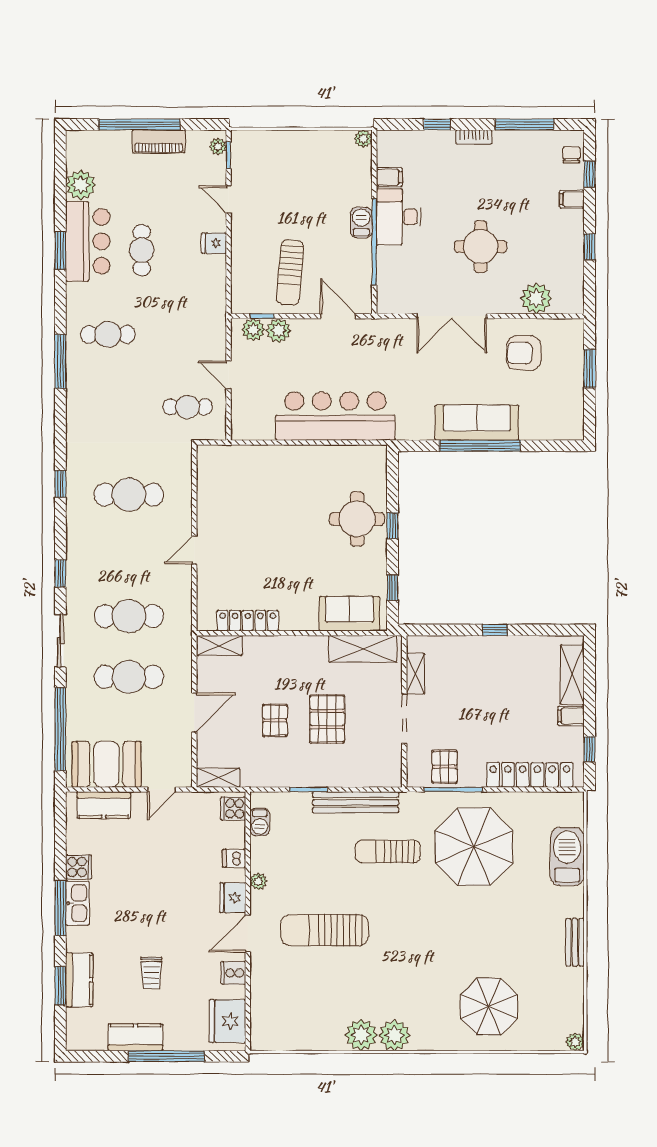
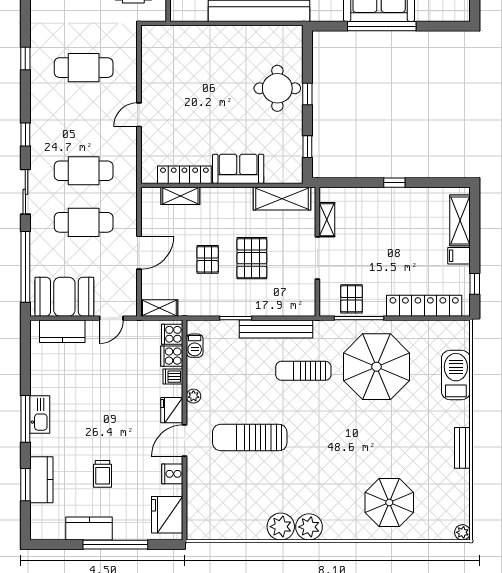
sofa: (349, 614) -> (238, 169), moved
shelving: (219, 646) -> (180, 196), moved
cooker: (79, 867) -> (172, 356), moved, turned 180

